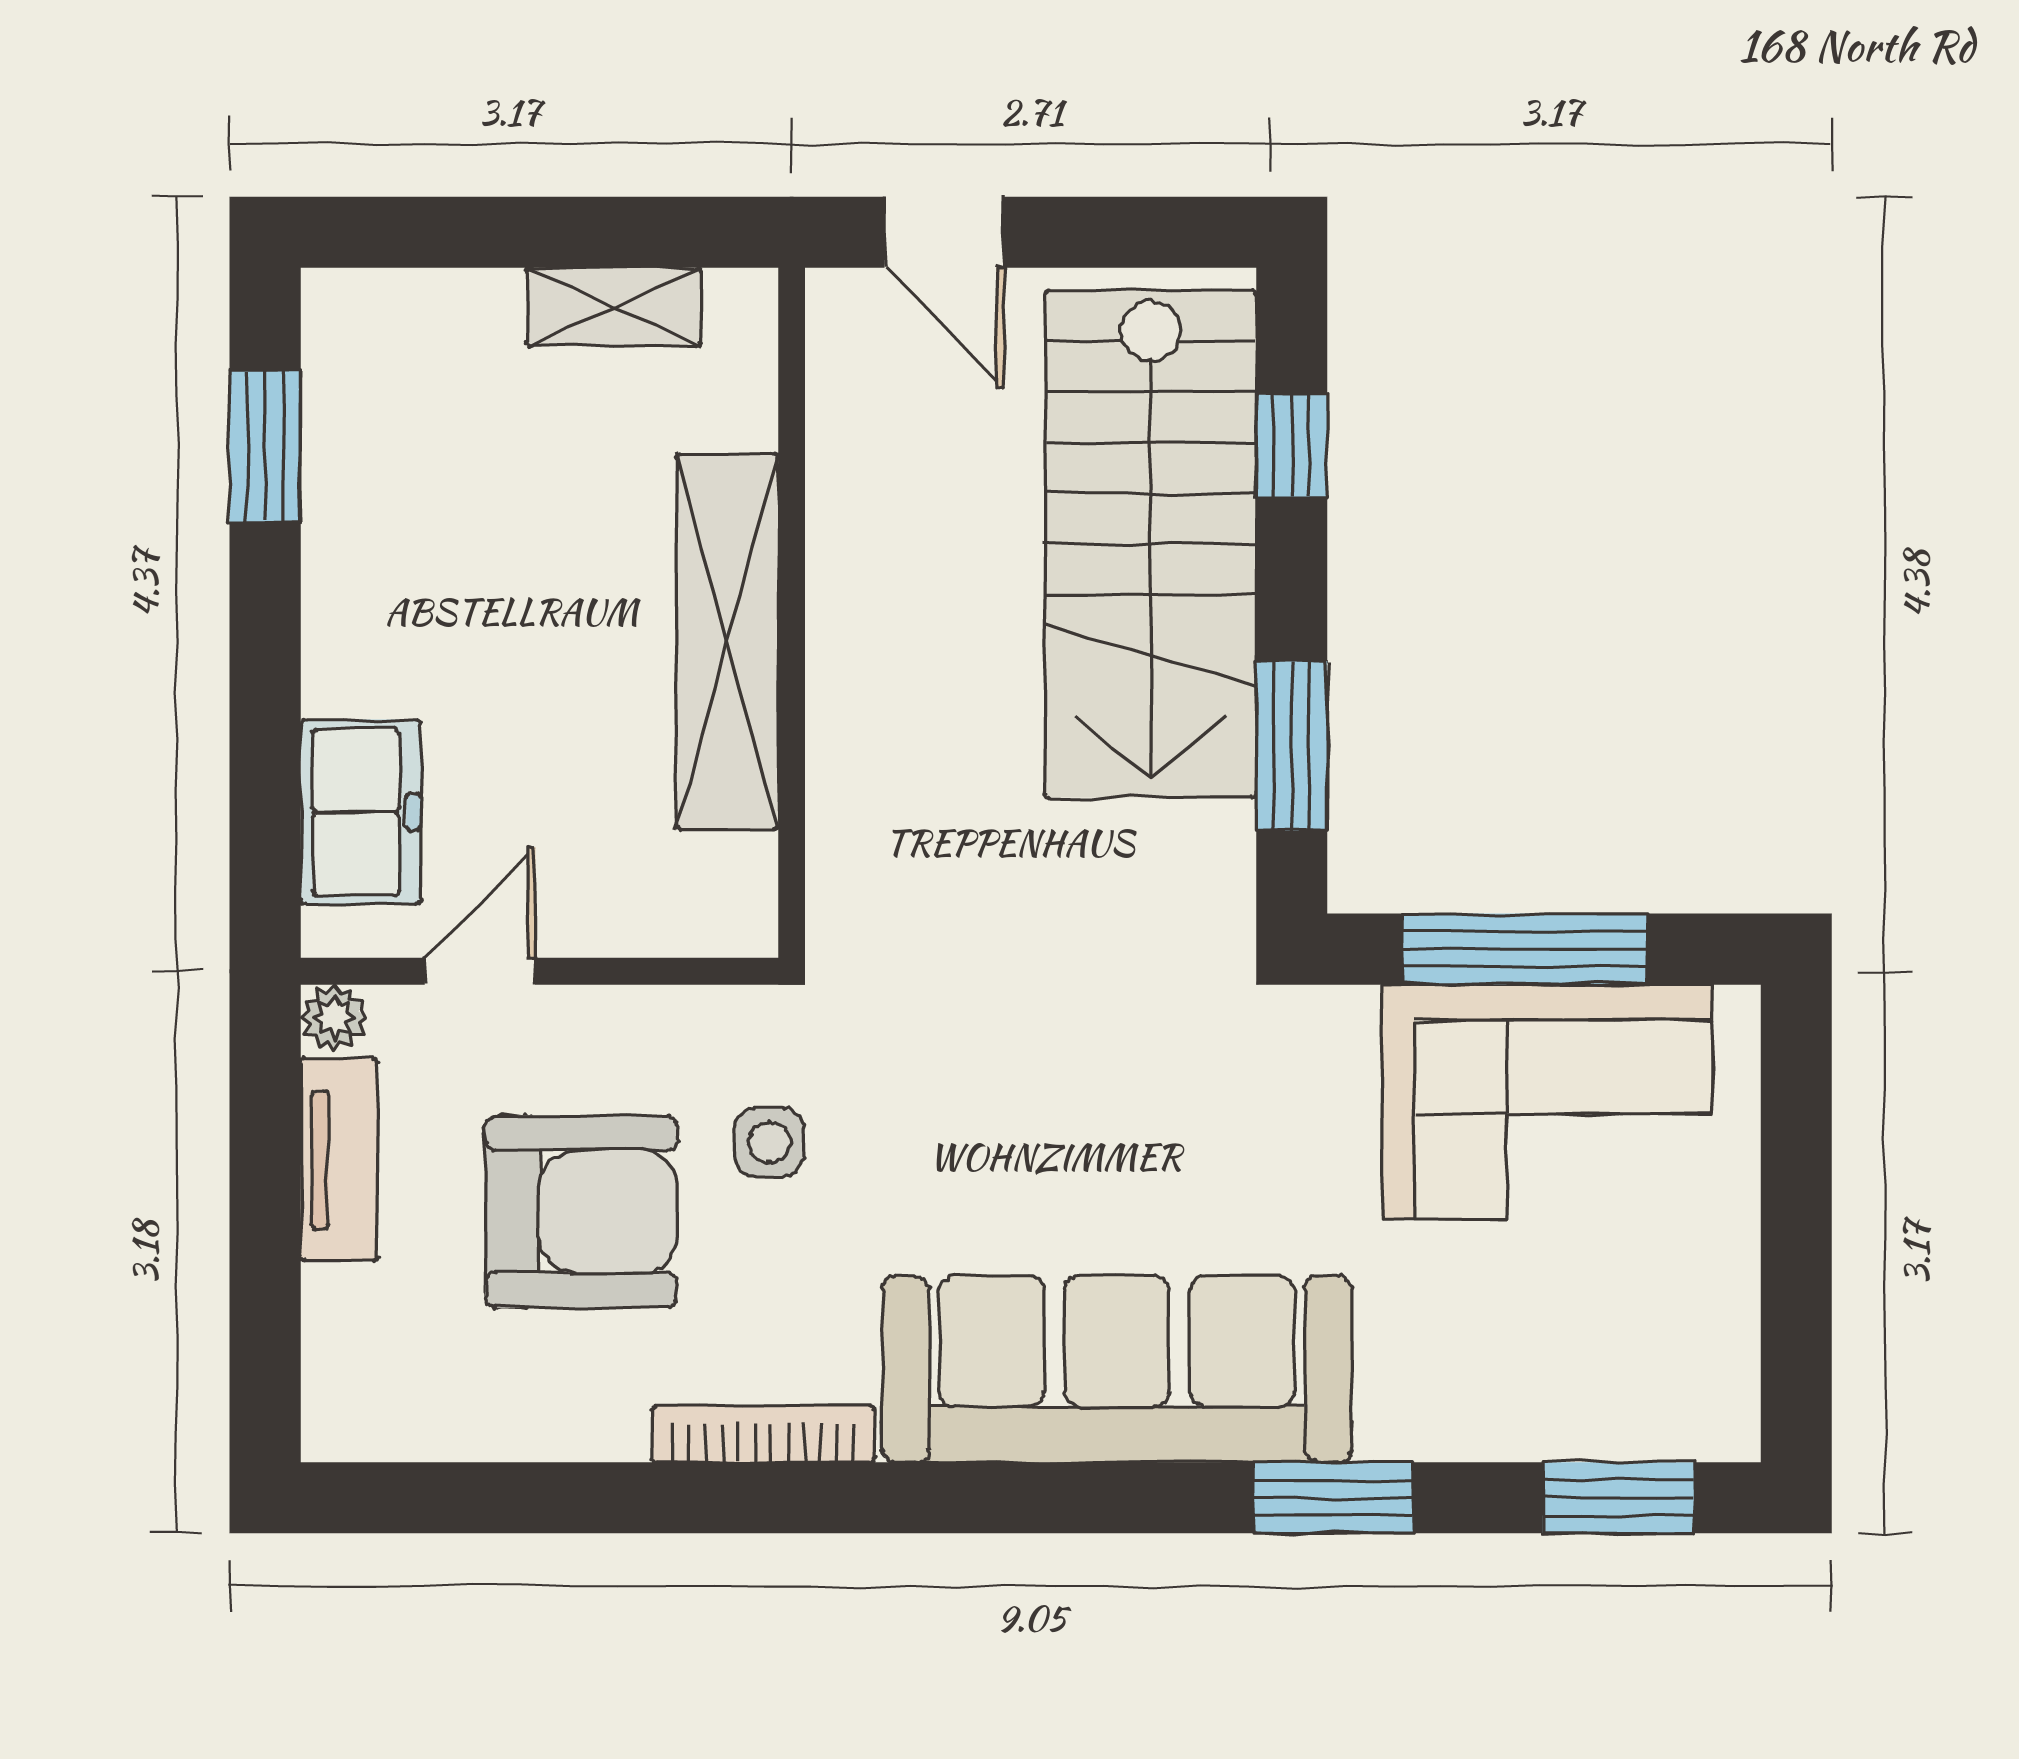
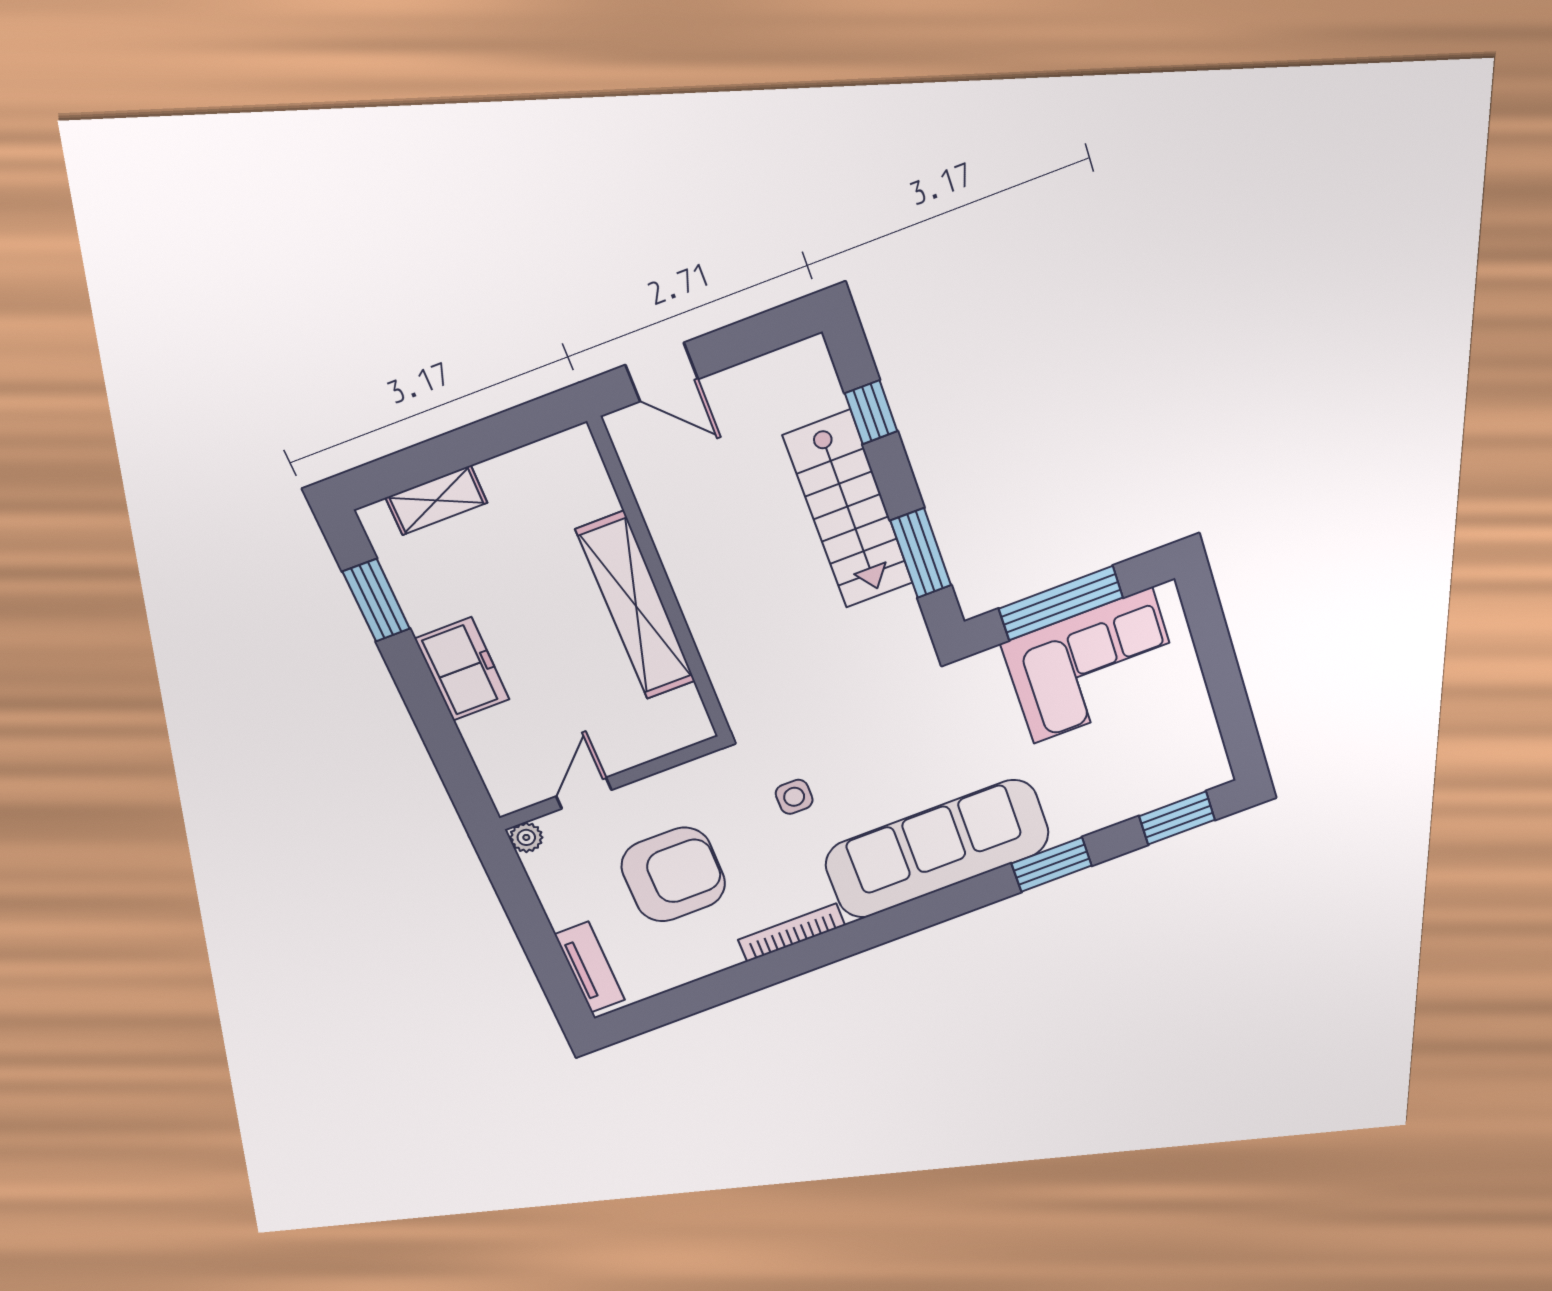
shelving: (614, 307) -> (436, 500), moved
stairs: (1151, 544) -> (849, 510), width x0.73, depth x0.66
freezer: (361, 812) -> (462, 669), moved
side table: (769, 1142) -> (794, 797), moved
tv unit: (339, 1159) -> (590, 967), moved

